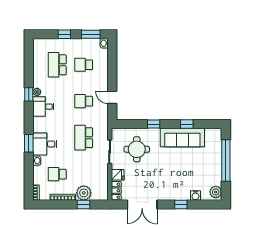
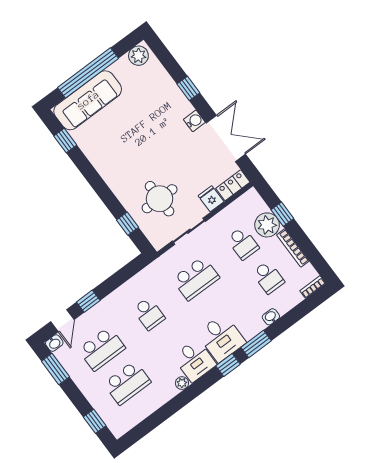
window: (64, 34) -> (95, 421), moved
school desk: (84, 65) -> (102, 349), width x1.85
window: (112, 76) -> (88, 301), added
window: (29, 94) -> (228, 365), moved
door: (112, 97) -> (62, 321), moved
window: (154, 124) -> (128, 224), moved
window: (187, 124) -> (65, 140), moved
sofa: (182, 138) -> (88, 100), moved, turned 90
desk: (45, 144) -> (221, 338), moved
school desk: (84, 174) -> (243, 243), added
water cooler: (195, 196) -> (194, 121), moved

